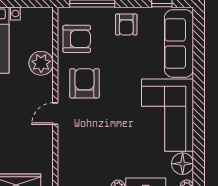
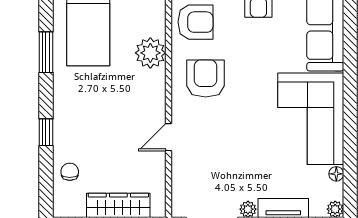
door: (55, 114) -> (168, 137), moved
floor lamp: (183, 164) -> (336, 174), width x0.53, depth x0.53

